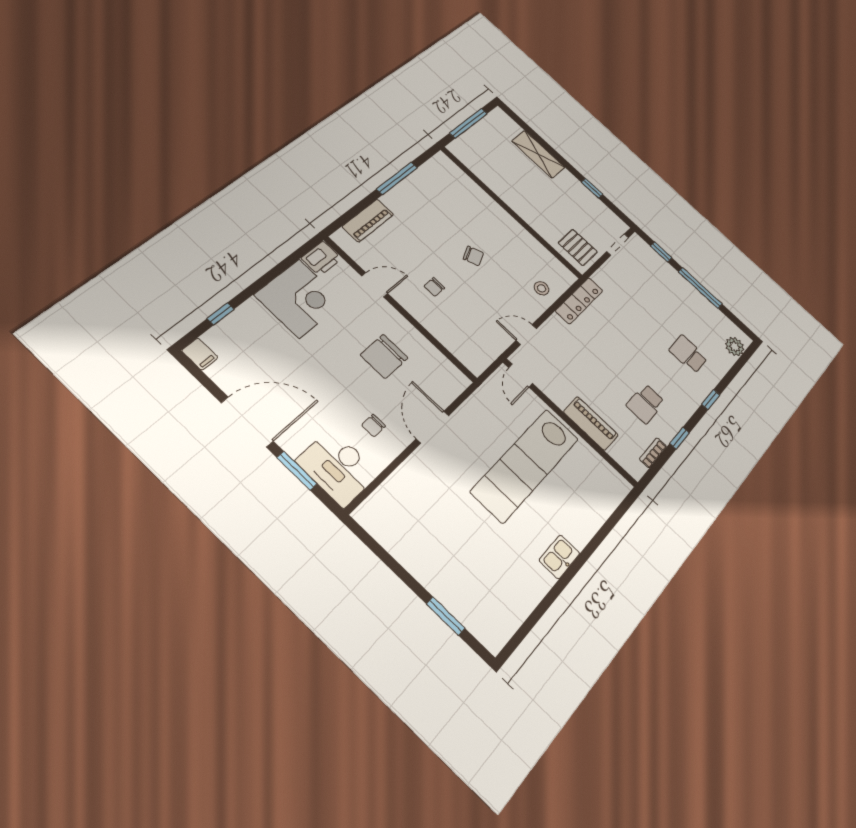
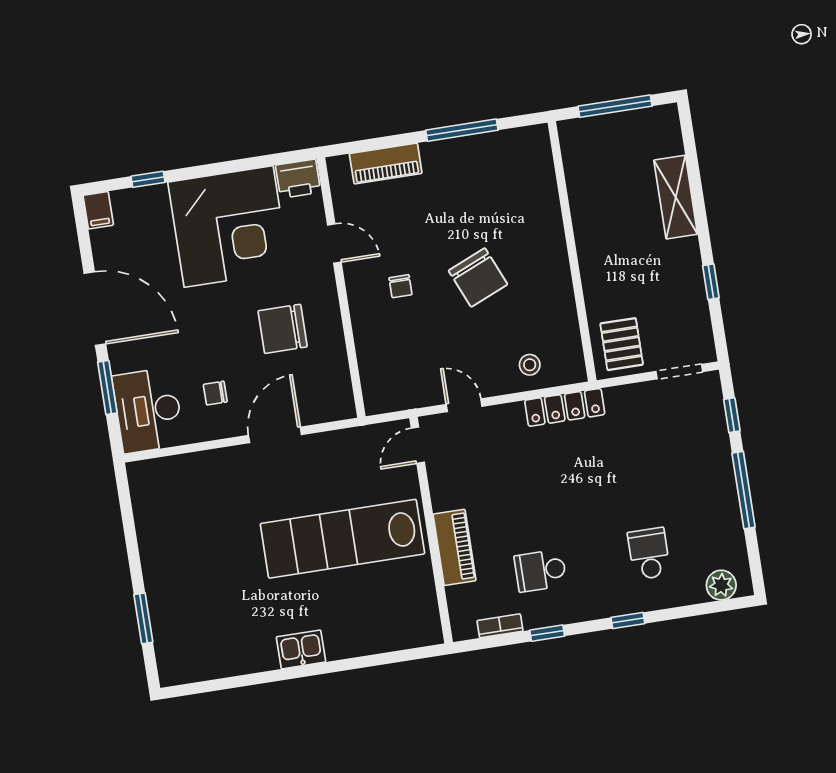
chair: (473, 256) -> (478, 277), width x1.87, depth x1.87
chair: (434, 287) -> (401, 286), turned -90
corner desk: (299, 298) -> (229, 226), width x1.36, depth x1.36

